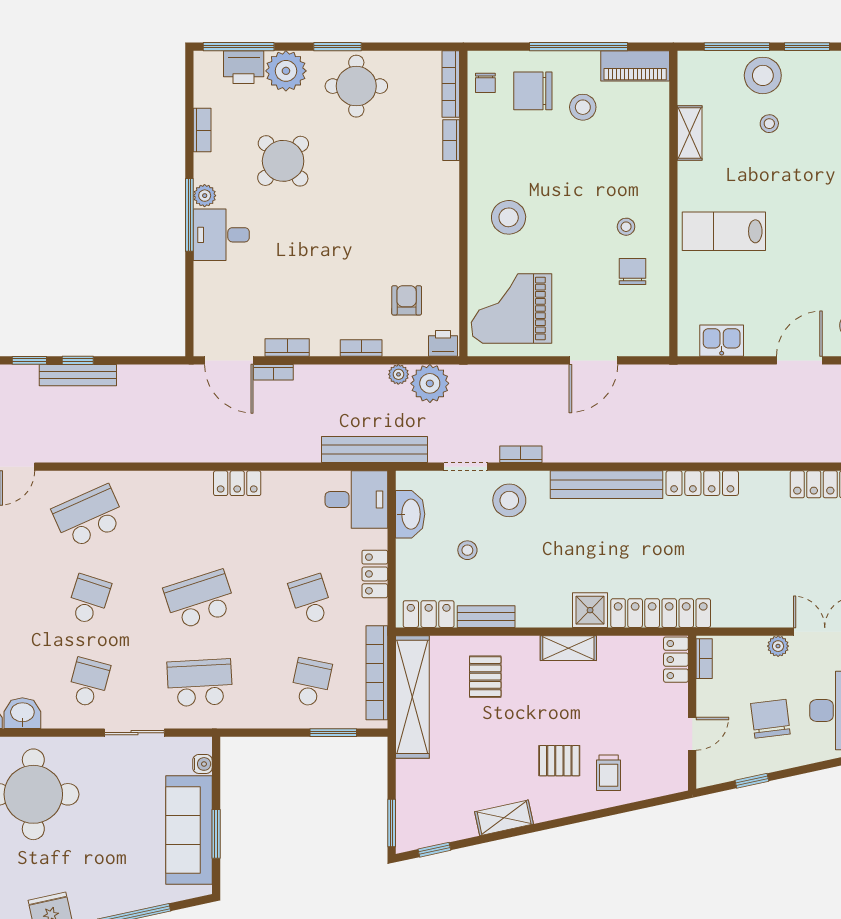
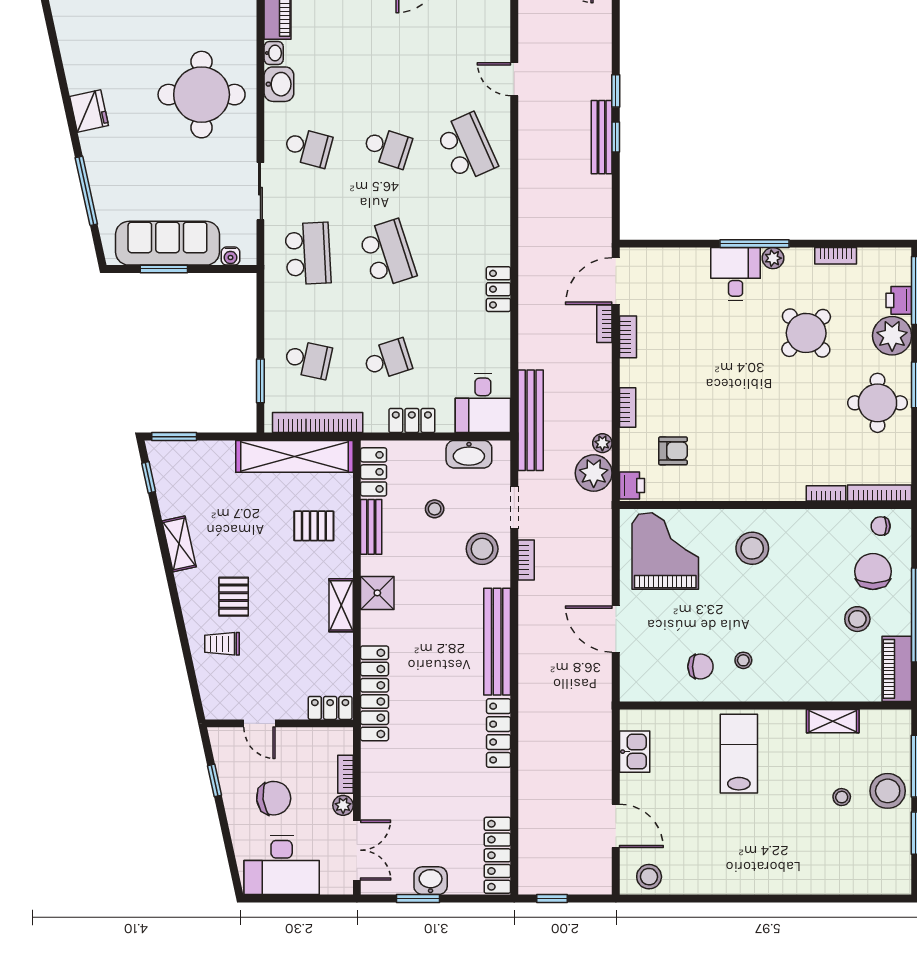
printer: (244, 67) -> (899, 300), width x0.73, depth x0.81
shower: (590, 610) -> (377, 593), moved
bookcase: (704, 659) -> (345, 774), moved, turned 90

